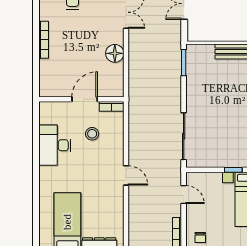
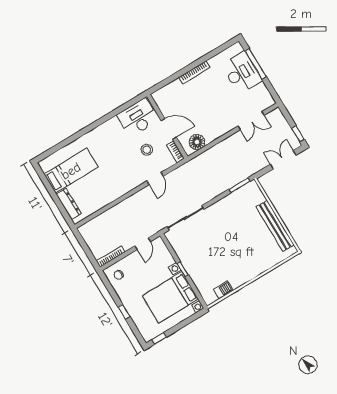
floor lamp: (115, 53) -> (197, 142), moved
desk: (55, 145) -> (138, 118), moved
door: (126, 175) -> (155, 179), moved

